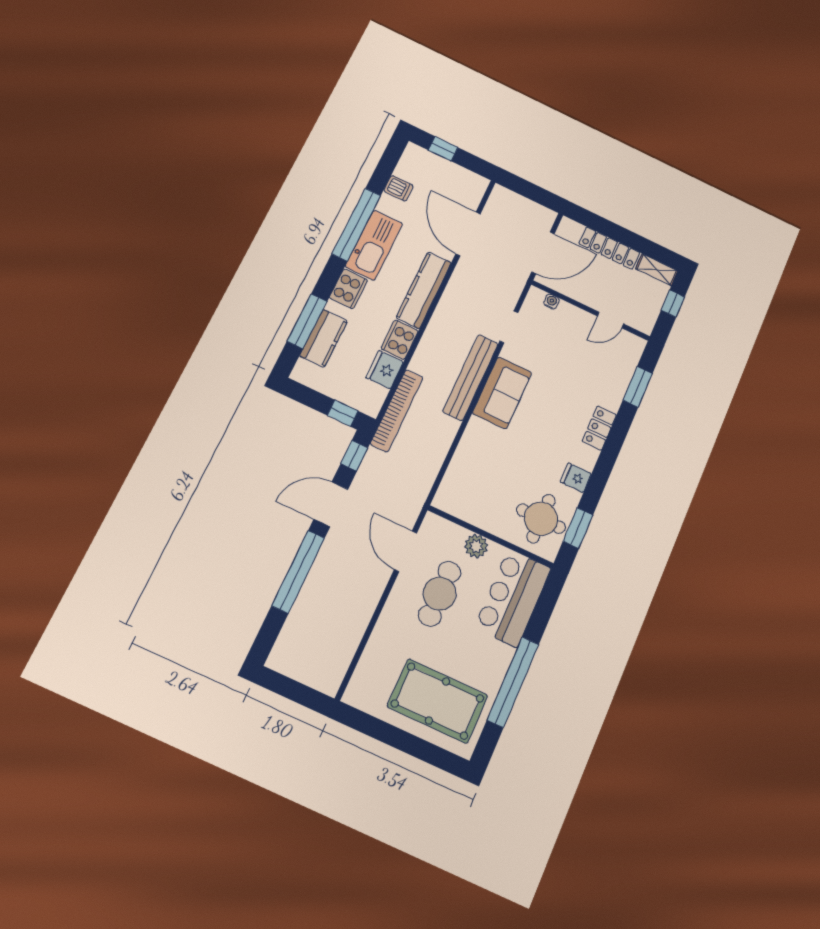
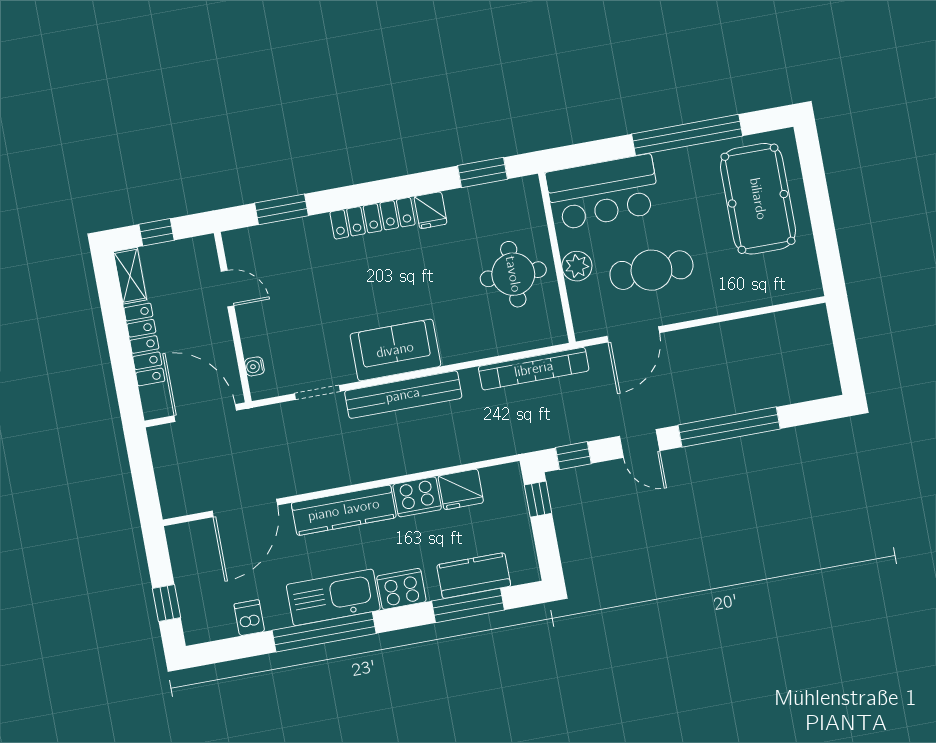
bookcase: (397, 411) -> (534, 369), moved, turned 180
locker: (599, 428) -> (373, 218), width x1.53
door: (331, 504) -> (640, 443), width x0.73
round table: (541, 519) -> (513, 274), moved

